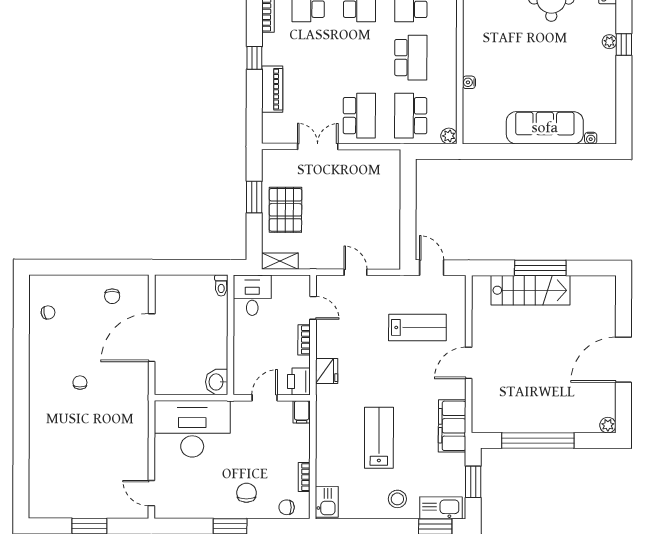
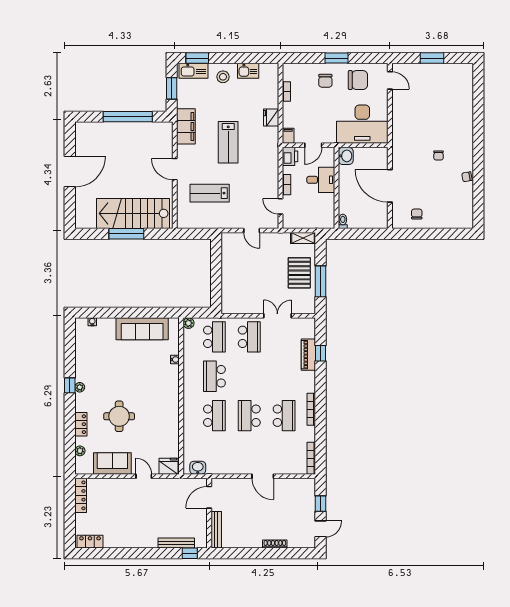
window: (254, 58) -> (321, 353), moved
school desk: (359, 116) -> (249, 337), turned 180
sofa: (545, 128) -> (142, 329), moved
double door: (318, 147) -> (277, 316), swing flipped
window: (254, 197) -> (321, 281), width x1.44
door: (432, 268) -> (200, 234), removed
stairs: (530, 290) -> (133, 213), width x1.36, depth x1.51
desk: (252, 295) -> (321, 180), moved, turned -90
chair: (48, 312) -> (467, 177), moved
door: (152, 338) -> (390, 186), swing flipped
door: (469, 363) -> (175, 169), swing flipped
fridge: (327, 371) -> (271, 117), moved
plant: (608, 425) -> (80, 127), removed
lab bench: (379, 438) -> (228, 142), moved
kitchen sink: (327, 502) -> (248, 71), moved, turned -90
chair: (287, 507) -> (358, 80), moved, width x1.87, depth x1.87

